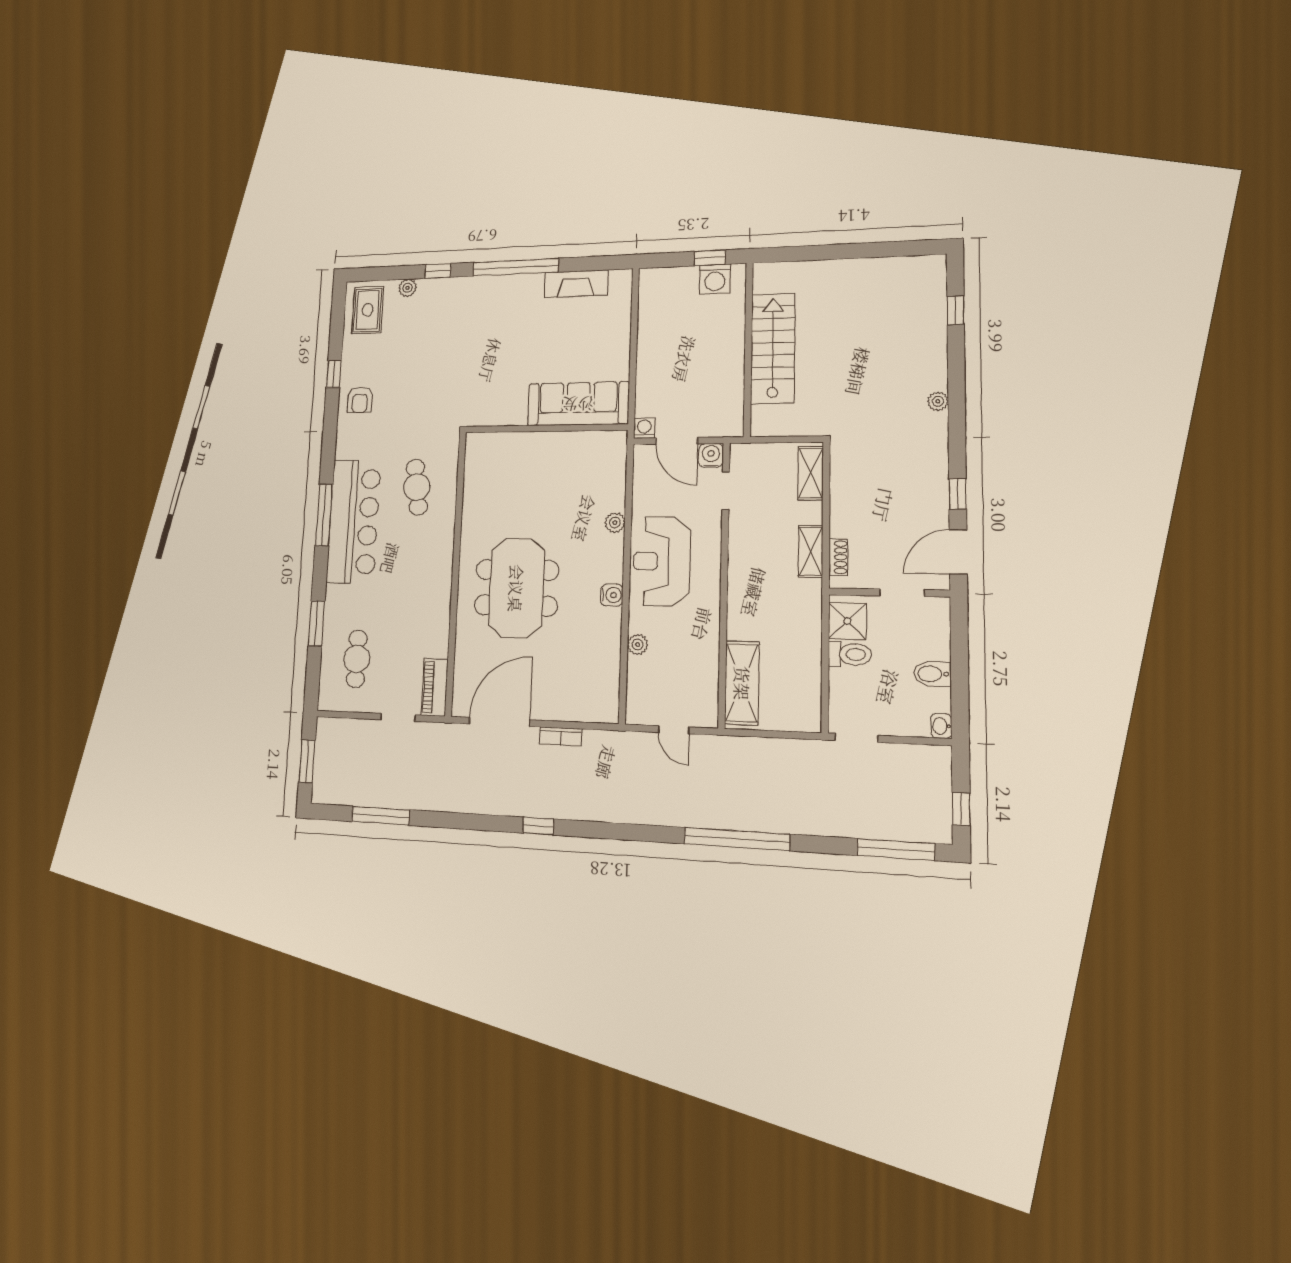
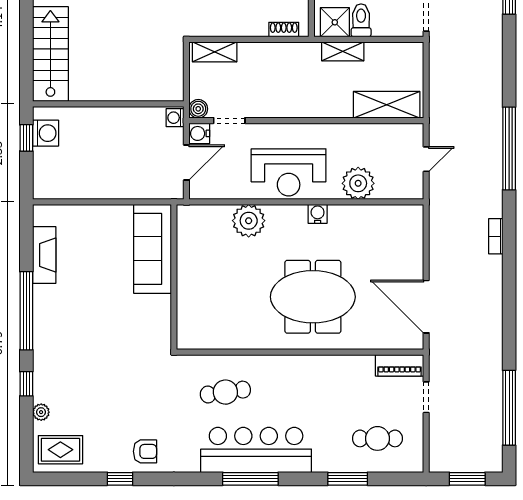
stairs: (773, 349) -> (50, 54), moved, turned 90
washing machine: (644, 428) -> (175, 118), moved
boiler: (741, 454) -> (198, 109), added
plant: (615, 523) -> (249, 221), width x1.87, depth x1.87
shelving: (811, 551) -> (343, 51), moved
plant: (638, 645) -> (358, 183), width x1.88, depth x1.88
bookcase: (561, 736) -> (496, 236), moved, turned 180
window: (381, 816) -> (509, 408), width x1.46
window: (538, 826) -> (509, 269), removed
window: (737, 839) -> (509, 149), moved

